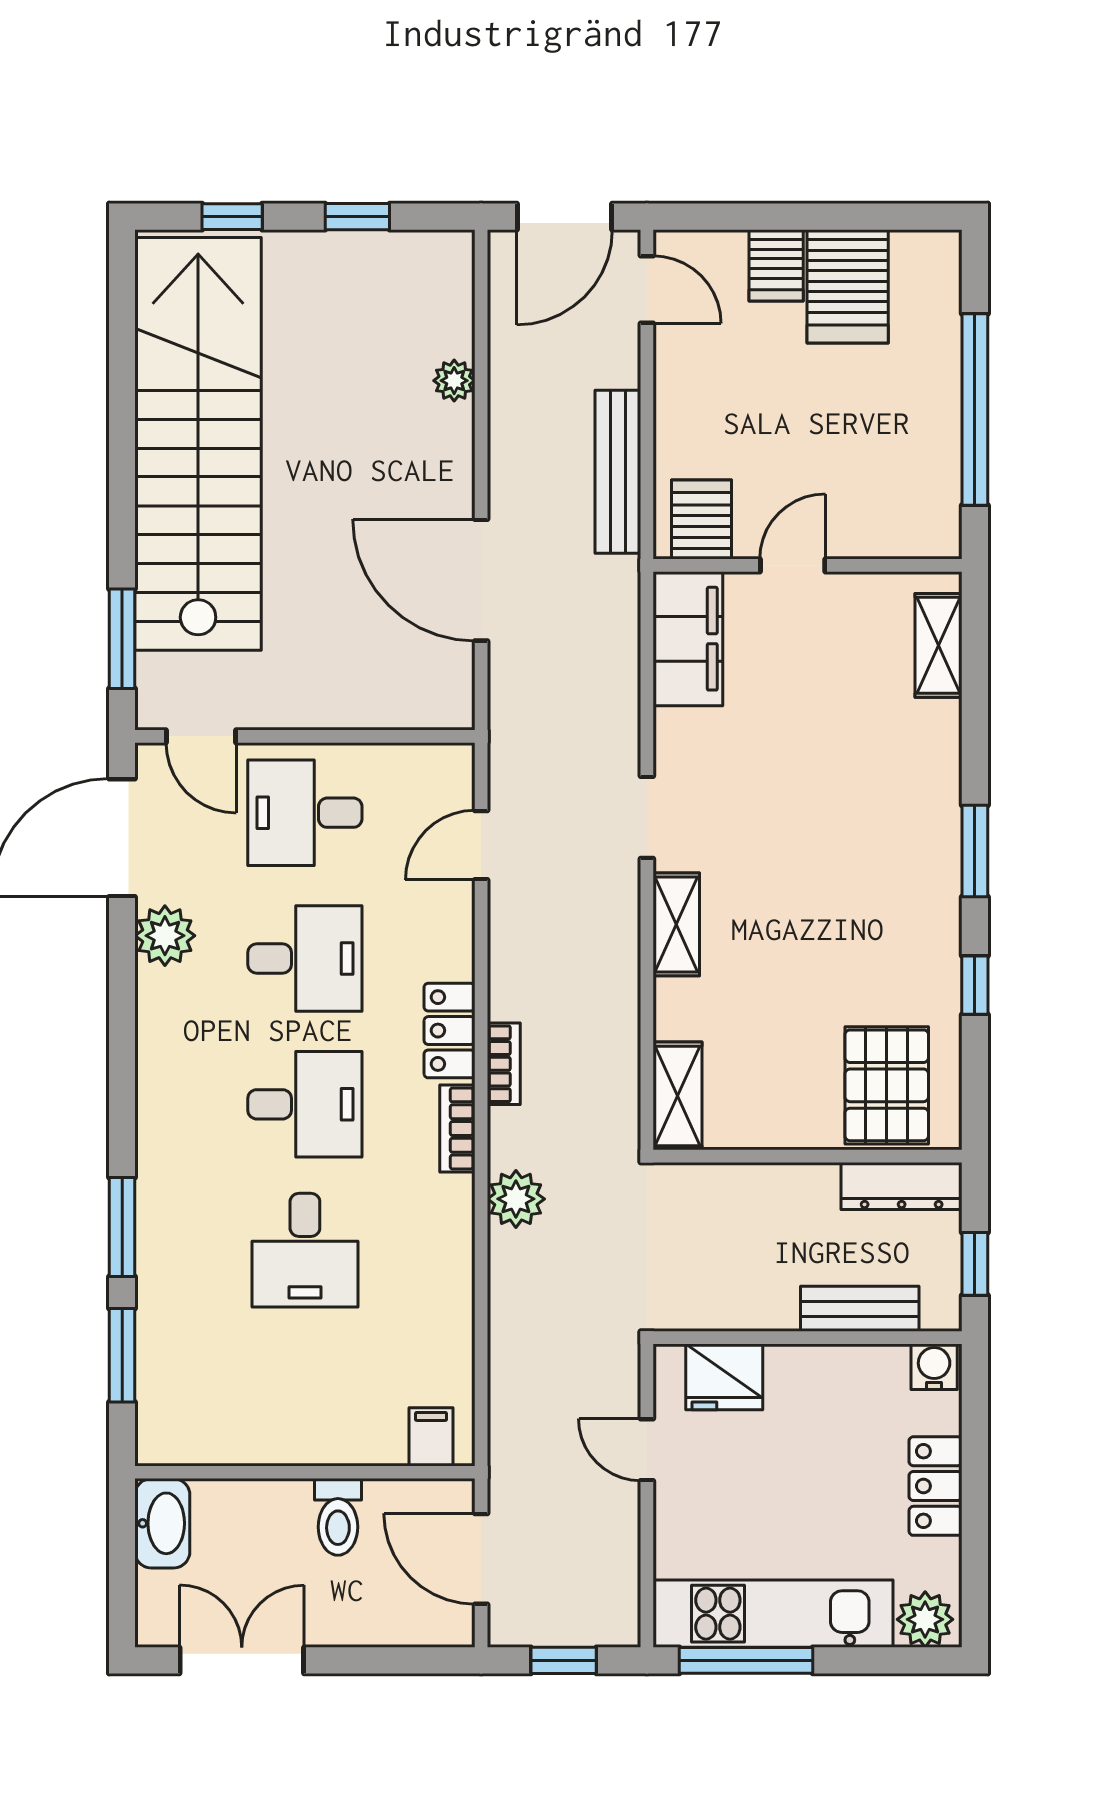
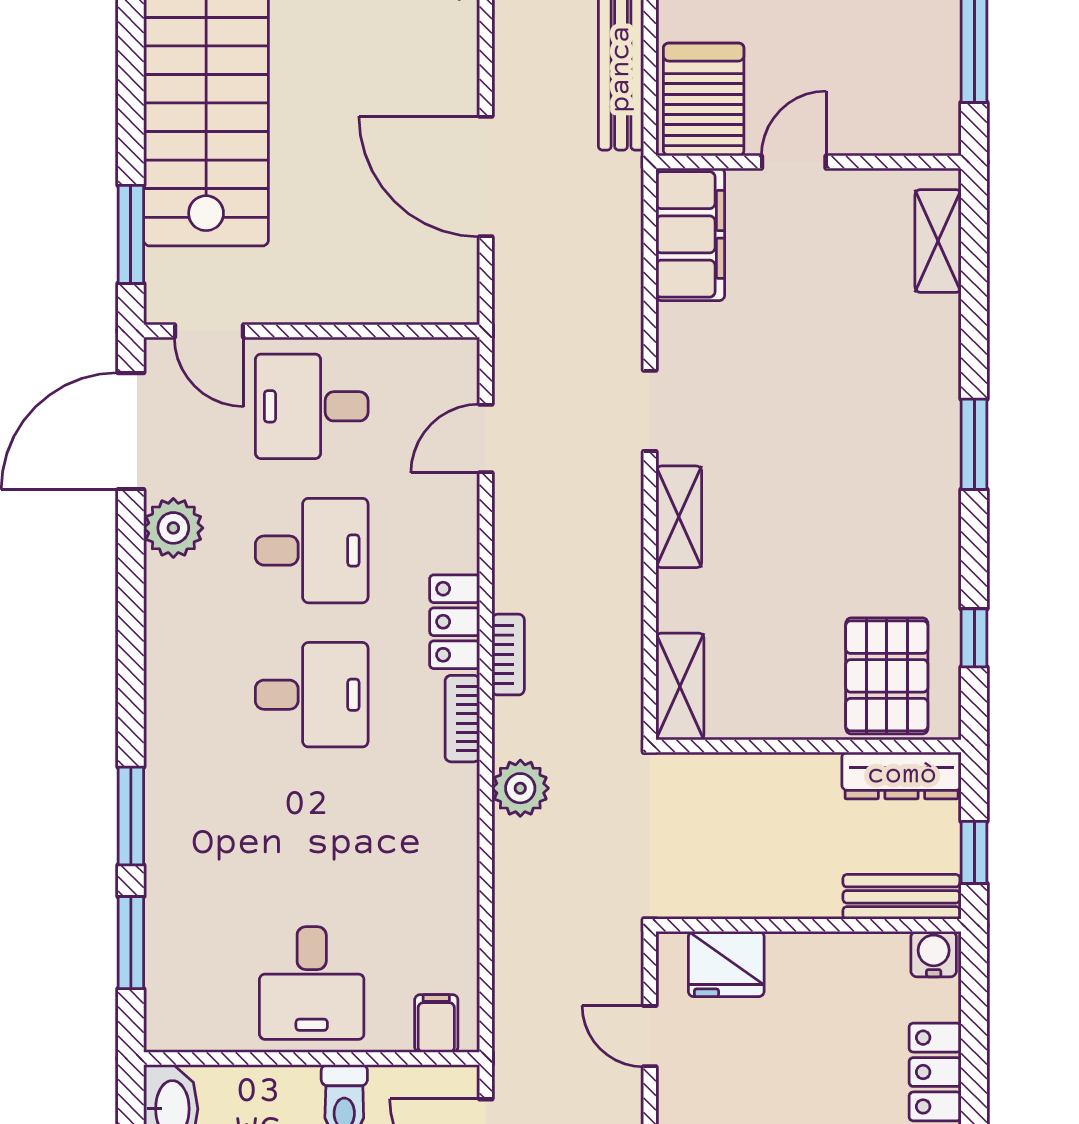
server rack: (701, 520) -> (704, 99), width x1.36, depth x1.44
window: (975, 985) -> (974, 638), moved
desk: (305, 1250) -> (312, 983), moved
bench: (860, 1309) -> (901, 897), moved

